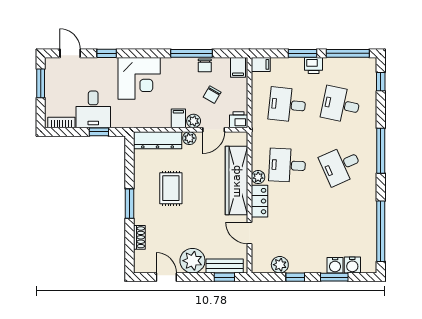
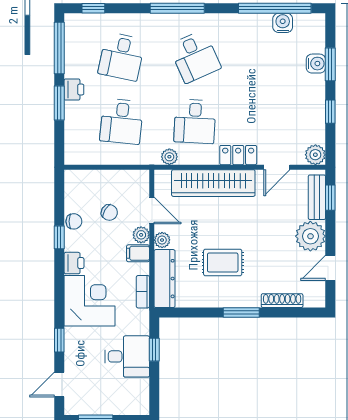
window: (191, 53) -> (59, 237), width x0.46
filing cabinet: (261, 64) -> (73, 153), removed
filing cabinet: (238, 67) -> (76, 181), removed
printer: (239, 120) -> (74, 263), moved, turned 180
bookcase: (61, 122) -> (143, 292), moved
plant: (258, 177) -> (169, 157), moved
shoe rack: (139, 237) -> (282, 301), width x1.43
plant: (280, 265) -> (315, 155), moved
water cooler: (352, 265) -> (283, 23), moved, turned -90

